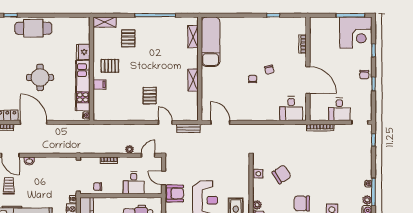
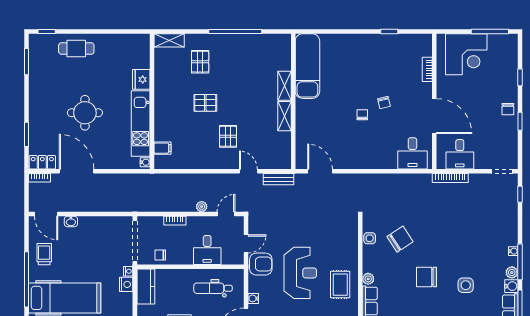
cafe table: (33, 28) -> (76, 49), width x0.73, depth x0.74
corner desk: (356, 33) -> (466, 54), moved
shelving: (193, 37) -> (284, 86), moved
pallet: (110, 66) -> (205, 103), moved
filing cabinet: (99, 84) -> (162, 148), moved
desk: (339, 109) -> (460, 154), moved
door: (164, 178) -> (246, 244), swing flipped

